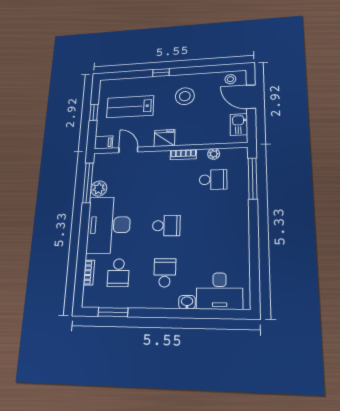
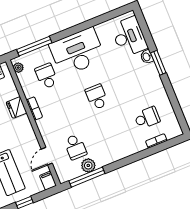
fridge: (165, 138) -> (17, 108), moved
plant: (214, 154) -> (18, 68), moved
desk: (109, 225) -> (77, 52), moved, turned 180
school desk: (165, 273) -> (75, 147), moved, turned -90
window: (113, 312) -> (158, 63), moved

